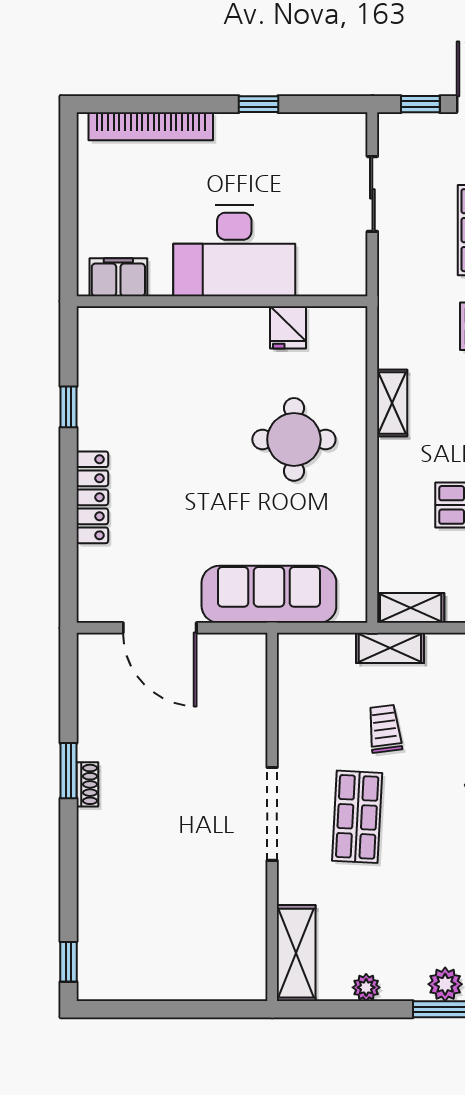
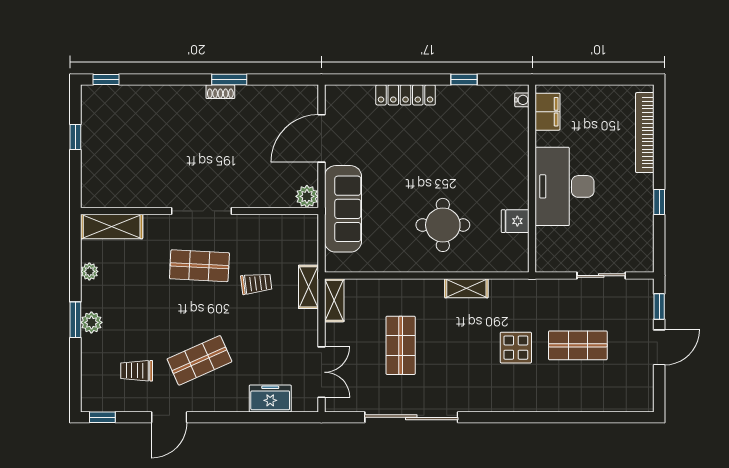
water cooler: (100, 317) -> (522, 100), added
plant: (250, 650) -> (307, 196), added
window: (158, 1009) -> (75, 137), added

